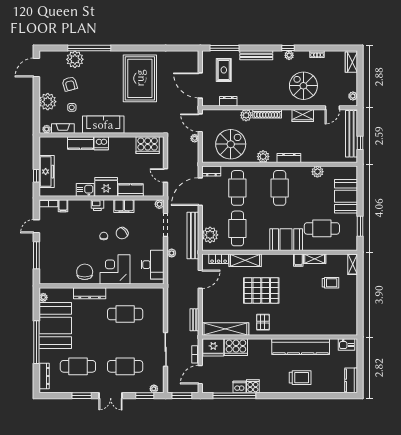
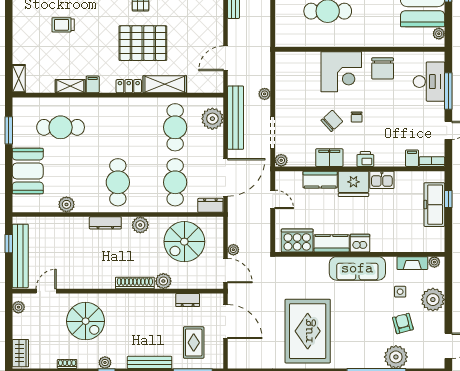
wardrobe: (303, 115) -> (86, 281), removed
kitchen counter: (80, 143) -> (332, 243), moved
booth: (286, 240) -> (109, 112), removed
locker: (219, 259) -> (129, 86), moved
desk: (153, 265) -> (429, 82), moved, turned 180
trolley: (331, 283) -> (63, 25), moved
dresser: (90, 293) -> (376, 39), removed

